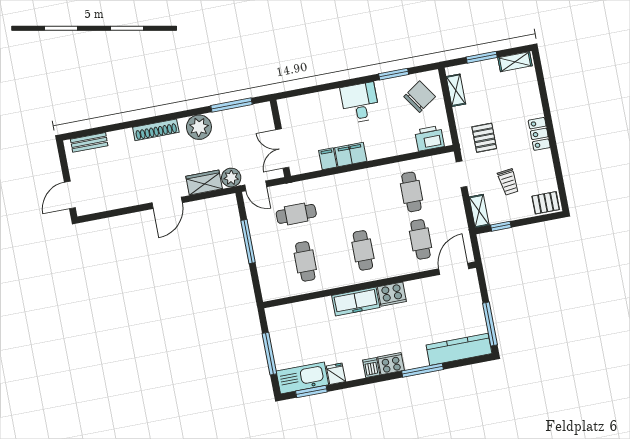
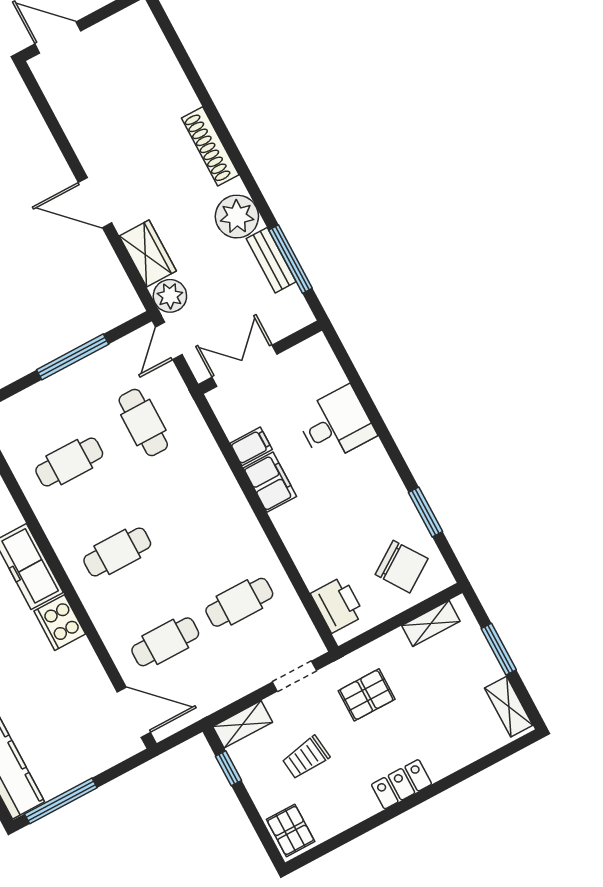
desk: (360, 103) -> (336, 424), moved
bench: (89, 142) -> (271, 260), moved

